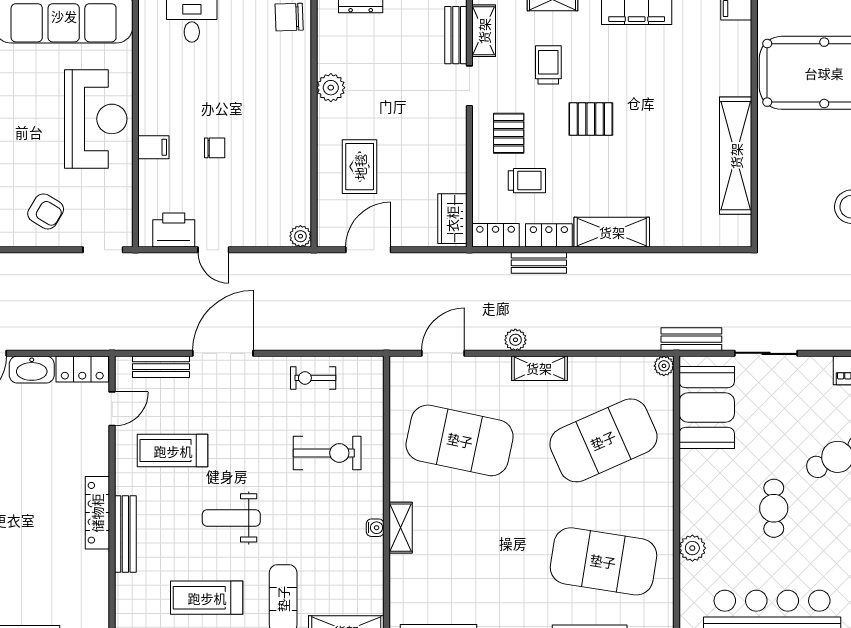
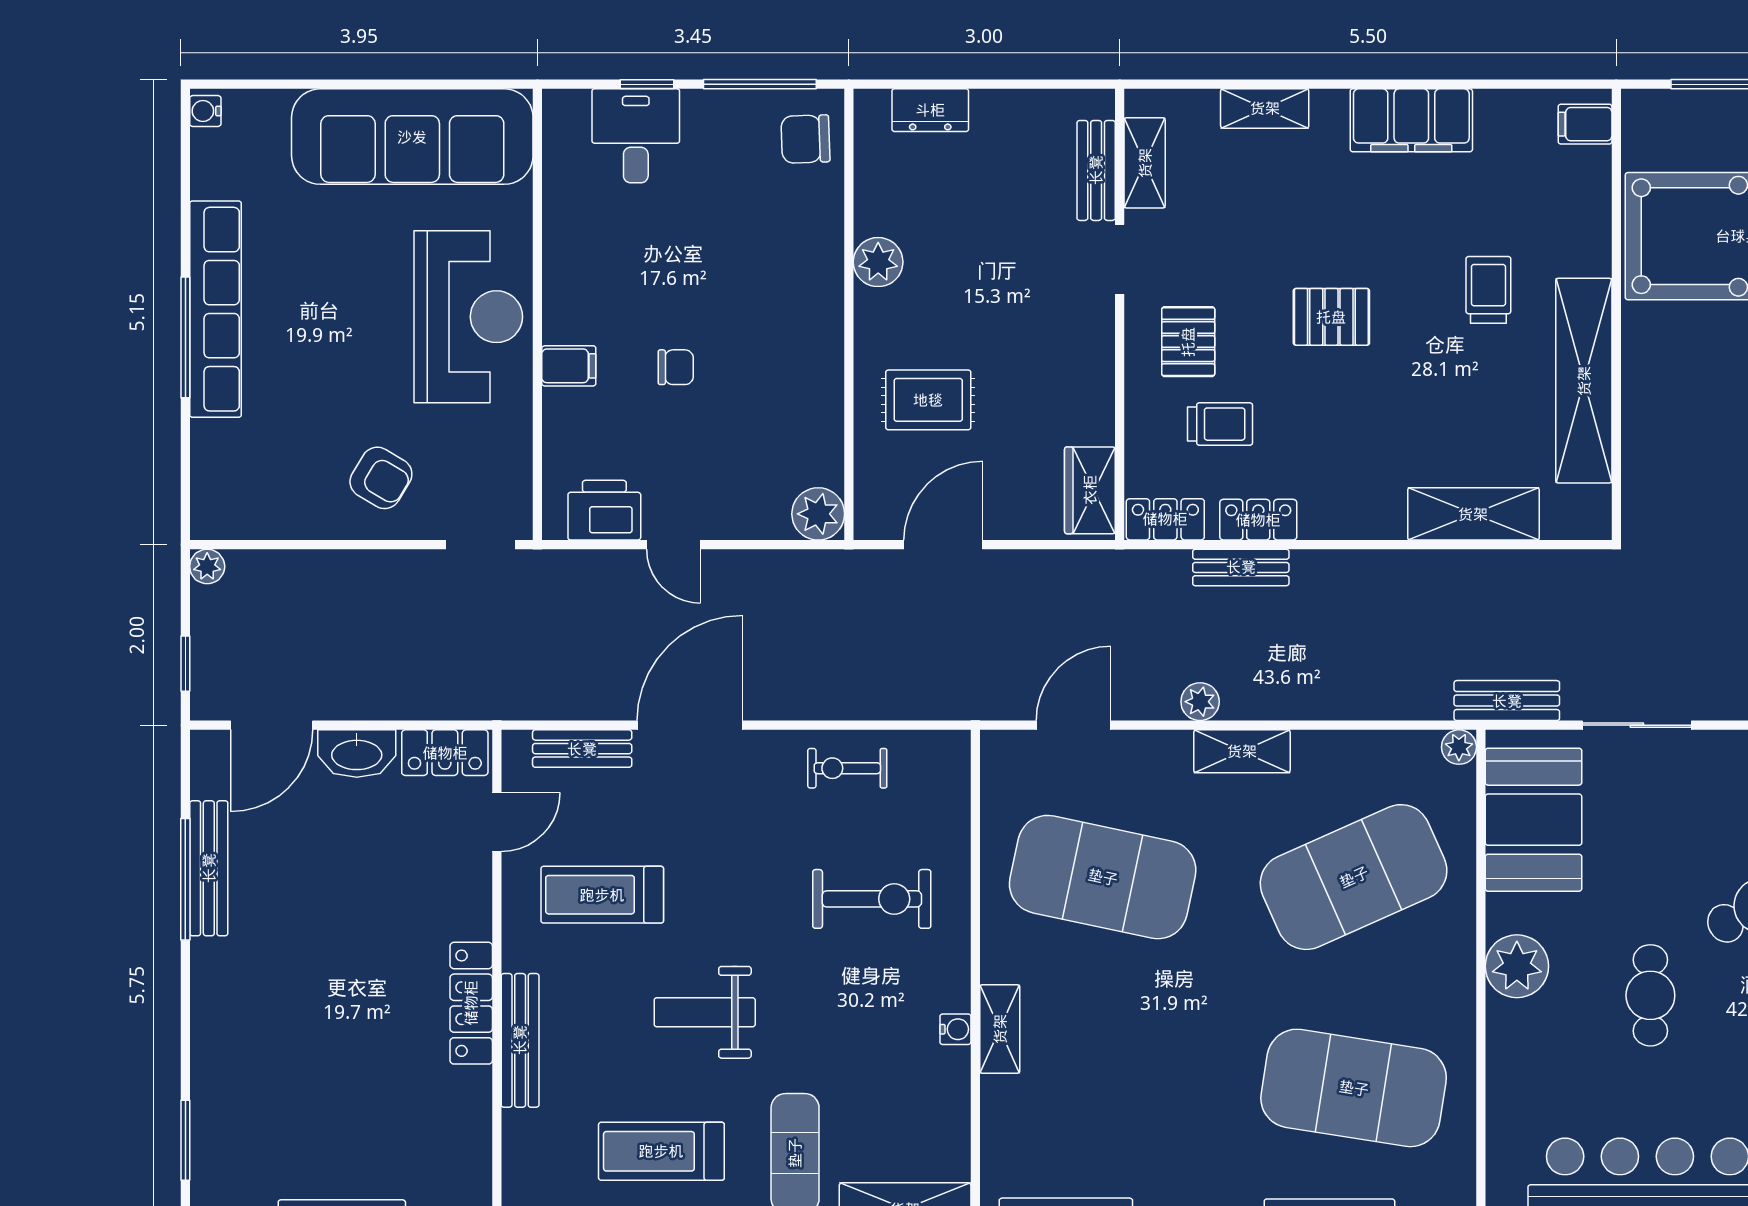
trolley: (548, 65) -> (1488, 290), moved
rug: (360, 167) -> (928, 400), turned 90
shelving: (612, 232) -> (1473, 514), moved
plant: (300, 236) -> (818, 514), width x1.38, depth x1.38
plant: (692, 548) -> (1517, 966), moved, width x1.36, depth x1.36

